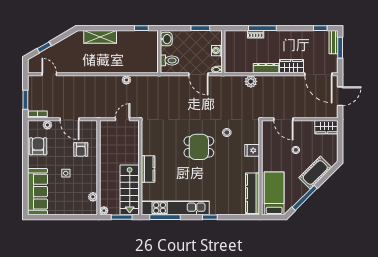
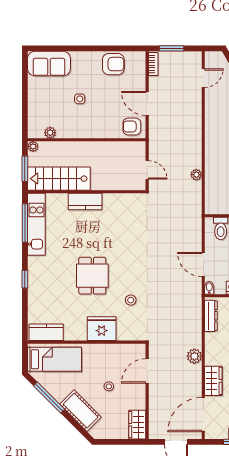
dresser: (266, 68) -> (211, 316), moved
door: (198, 74) -> (203, 265), hinge flipped
plant: (251, 81) -> (194, 356), moved
door: (69, 119) -> (147, 103), hinge flipped
plant: (47, 125) -> (140, 76), removed
dining table: (199, 147) -> (92, 276), moved
armchair: (81, 149) -> (132, 127), moved
fridge: (252, 150) -> (102, 329), width x1.88, depth x1.34
sofa: (38, 192) -> (49, 64), width x0.73
kitchen counter: (253, 193) -> (46, 332), width x0.67
kitchen unit: (175, 208) -> (36, 224), width x0.73

